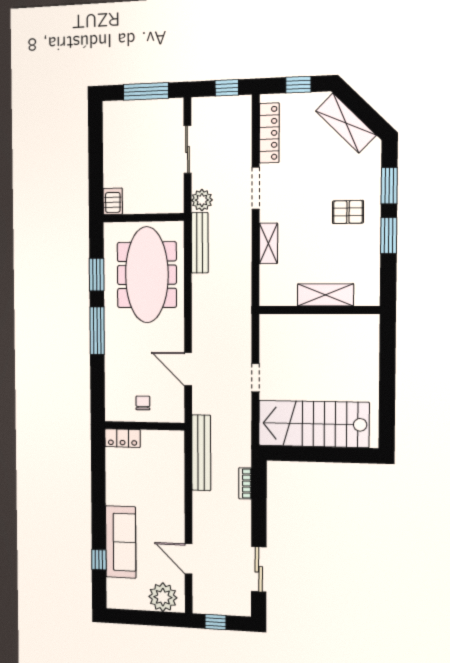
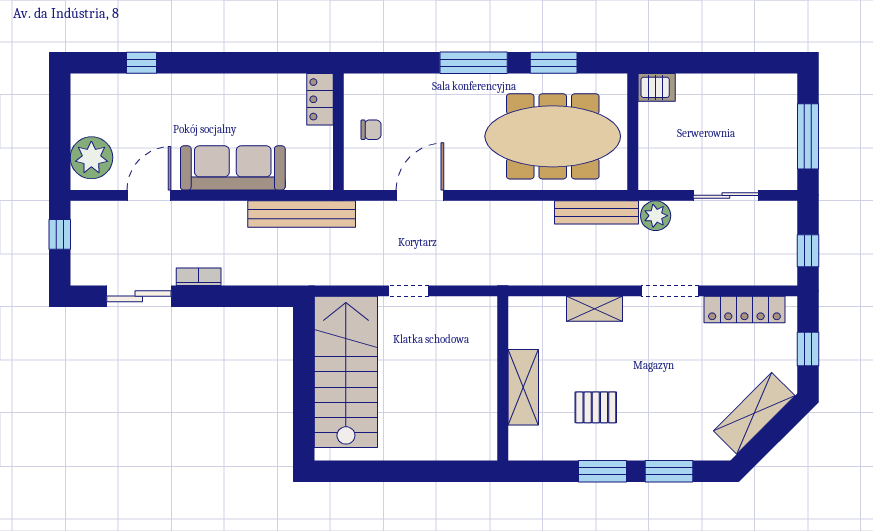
pallet: (348, 212) -> (596, 407), moved, turned 90
bookcase: (245, 483) -> (199, 277), moved
sofa: (121, 542) -> (233, 168), moved, turned 180

